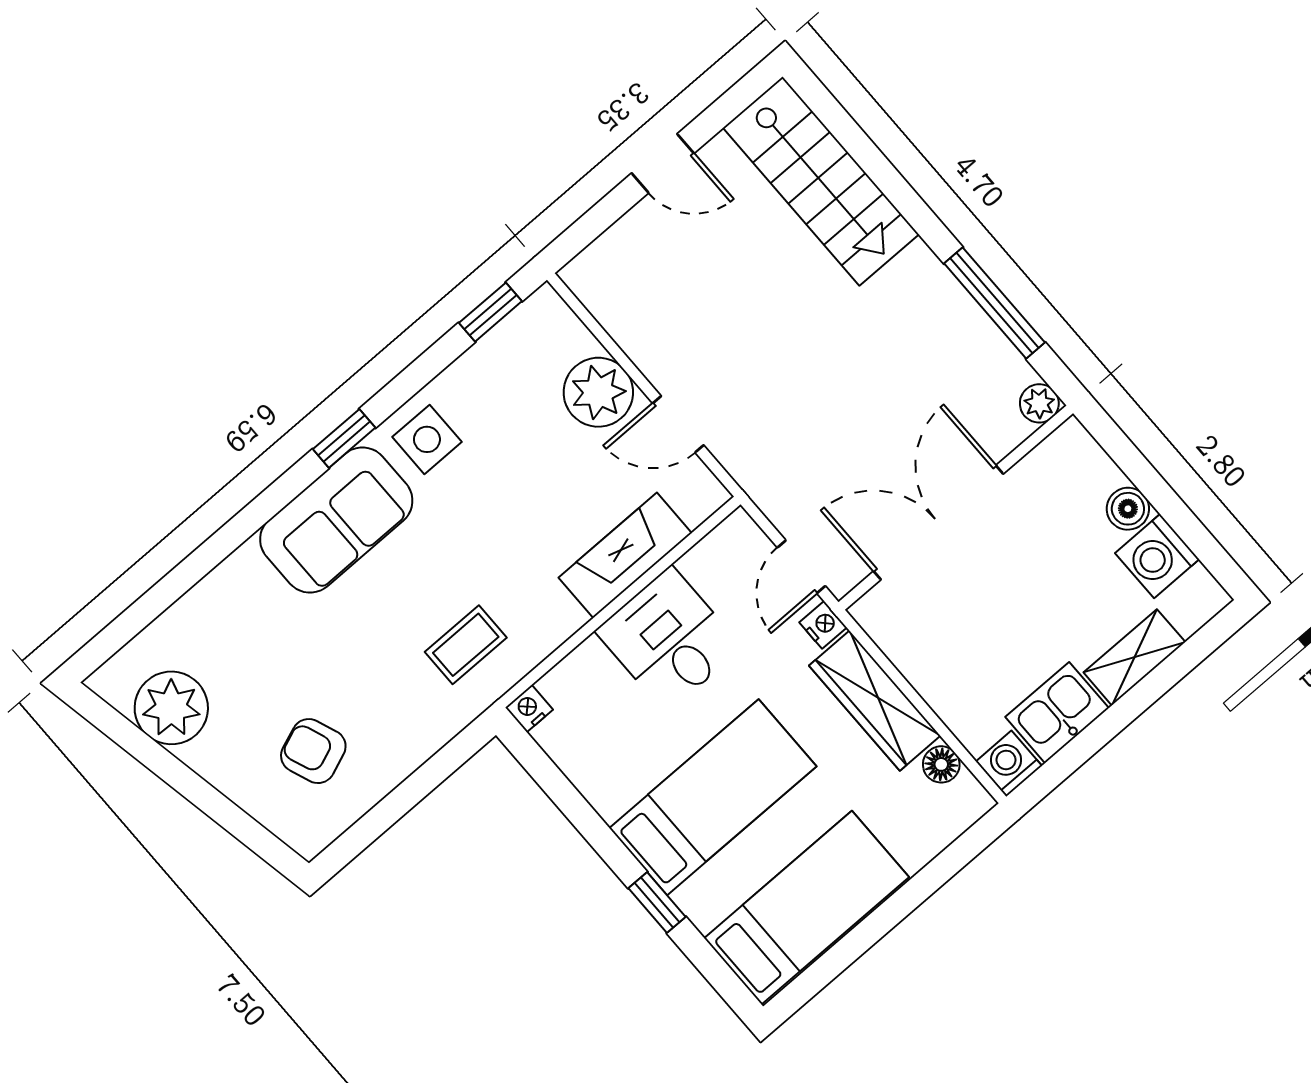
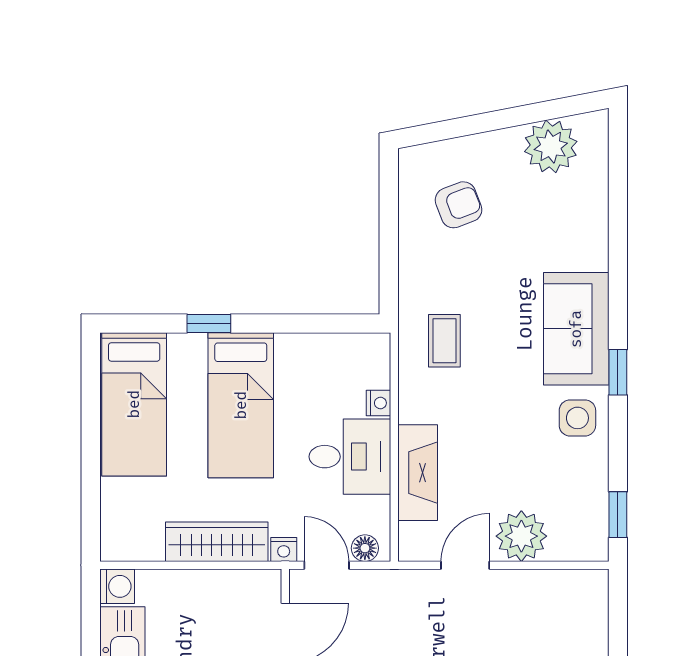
nightstand: (529, 709) -> (378, 403), moved
floor lamp: (941, 764) -> (365, 548), moved

